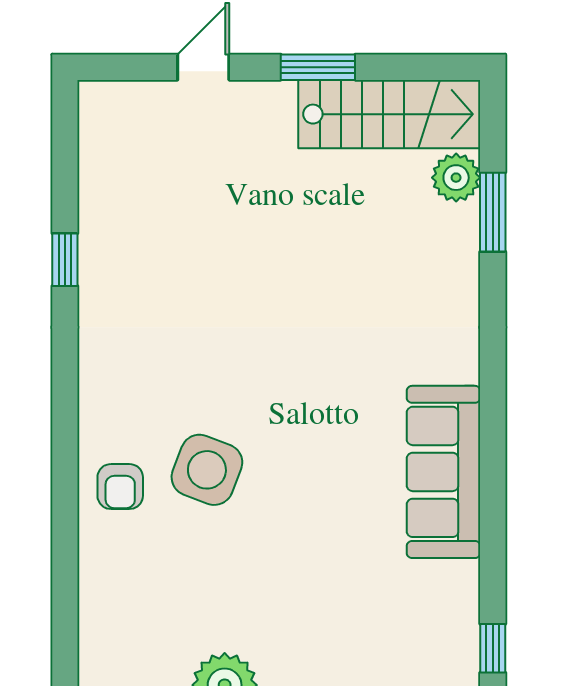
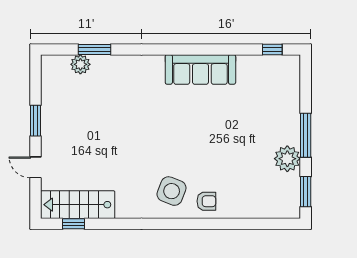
stairs: (389, 114) -> (78, 205), moved, turned -90
window: (65, 260) -> (74, 224), moved
side table: (207, 470) -> (172, 191), moved

